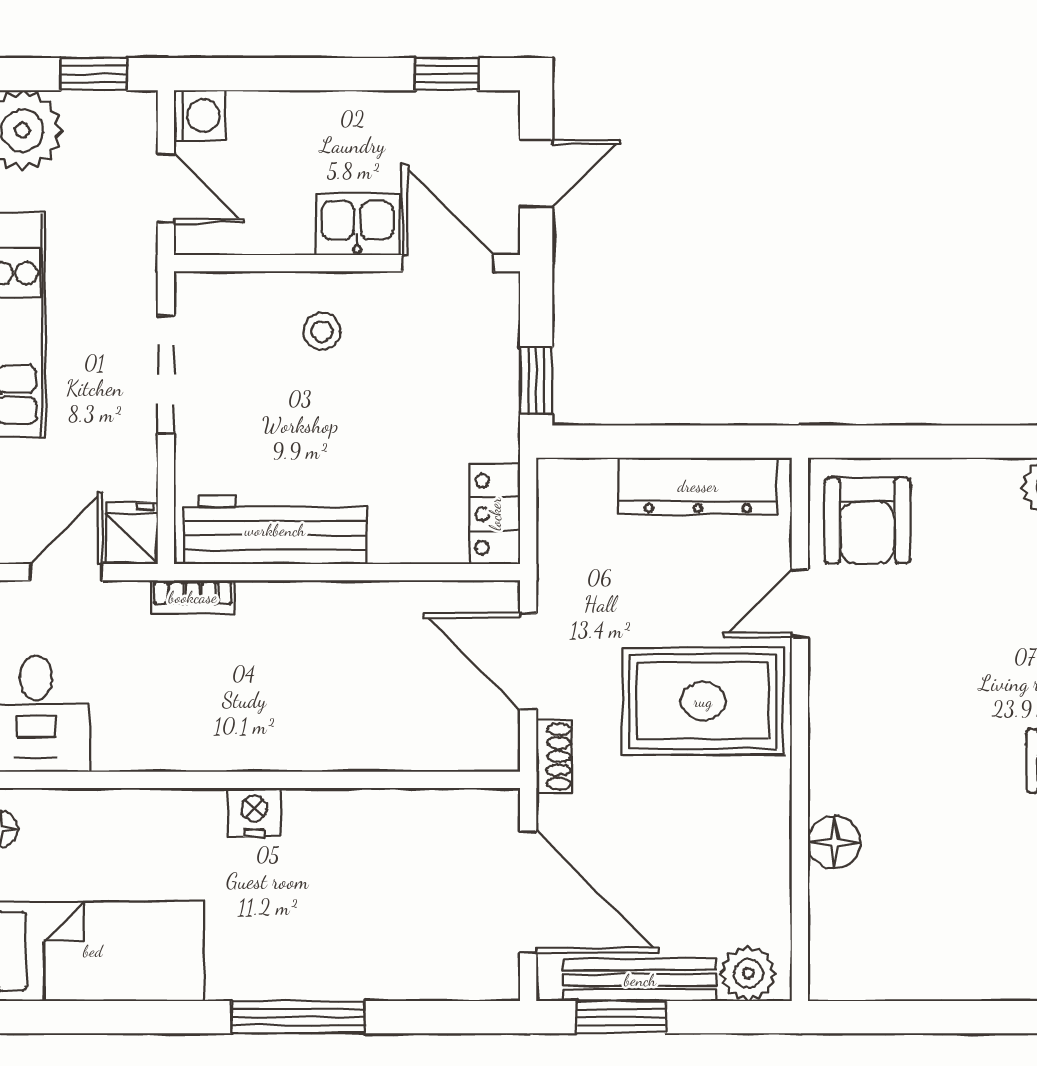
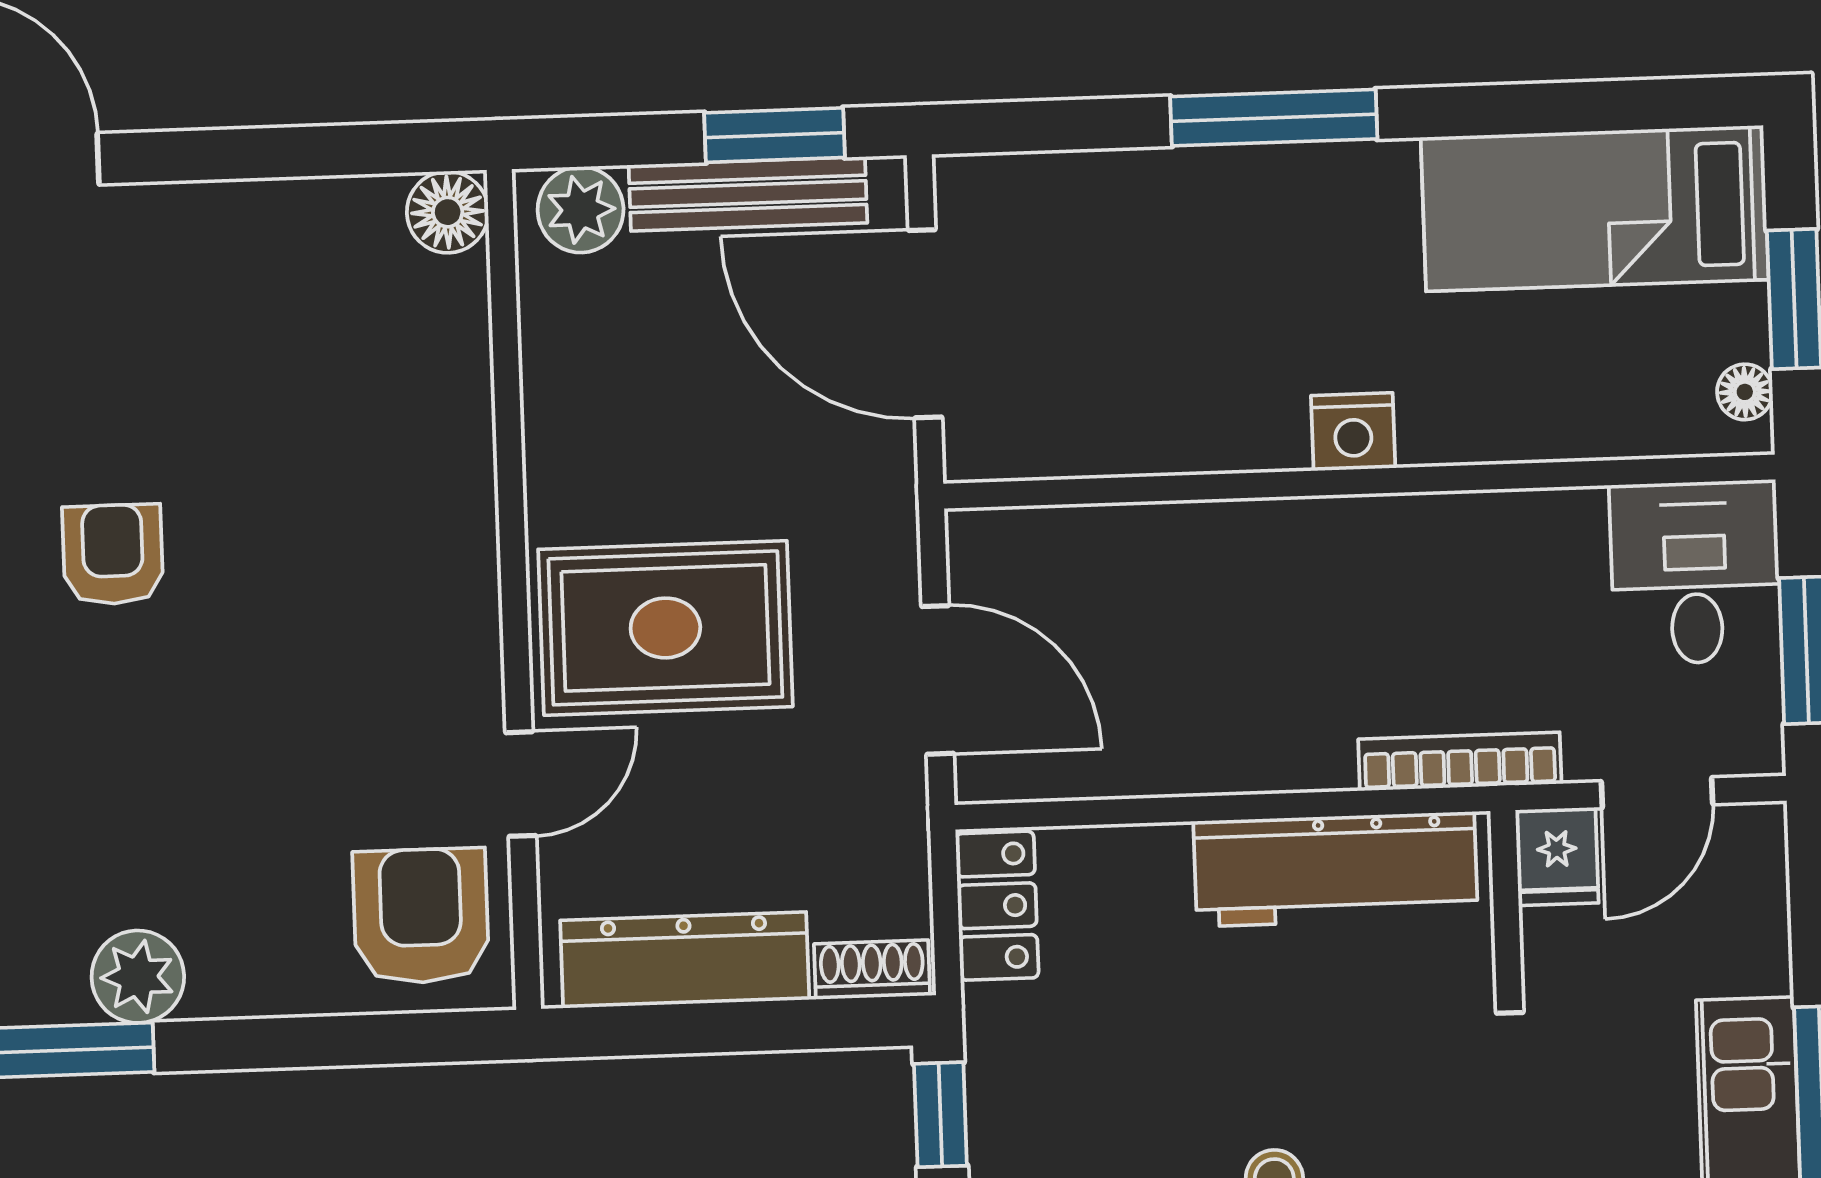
bookcase: (193, 597) -> (1460, 761), width x1.56
shoe rack: (554, 756) -> (872, 970), moved, turned 90
floor lamp: (834, 842) -> (448, 212), moved

